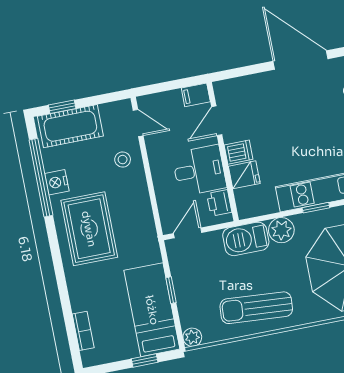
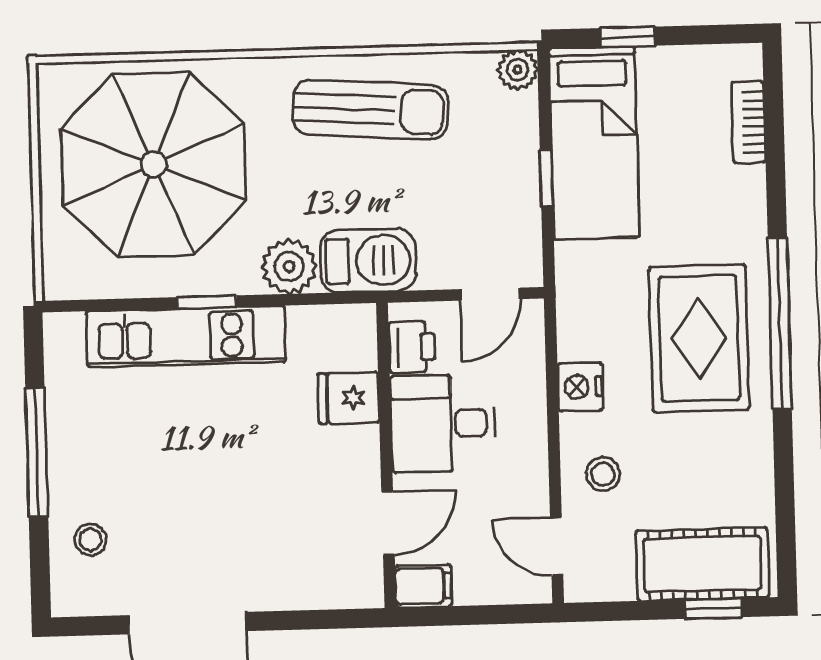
dishwasher: (239, 152) -> (353, 448), removed
window: (41, 178) -> (780, 323), moved
nightstand: (57, 182) -> (580, 387), moved, turned 180

